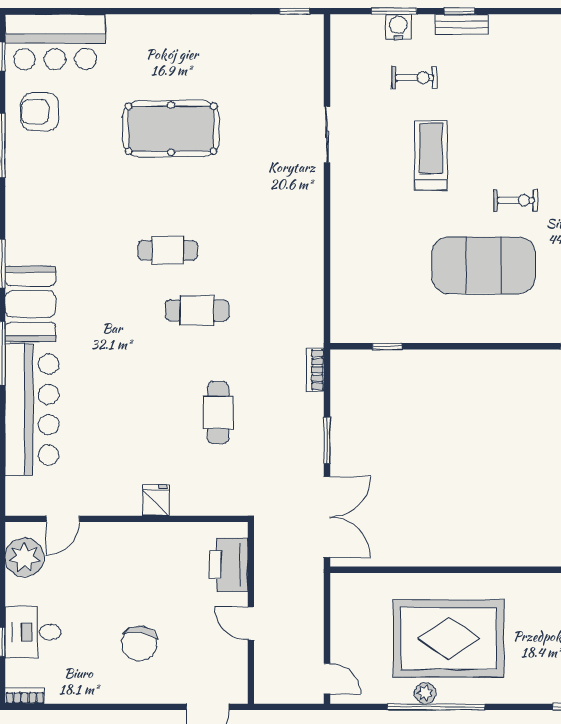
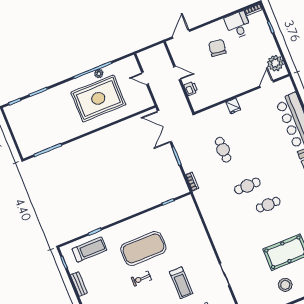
stool: (202, 57) -> (285, 285), added
printer: (228, 565) -> (191, 88), width x0.53, depth x0.68
desk: (33, 632) -> (238, 25), moved, turned -90
door: (327, 679) -> (145, 78), moved

